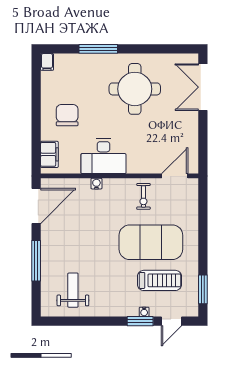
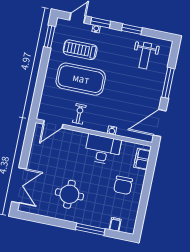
filing cabinet: (47, 62) -> (115, 224), moved
round table: (135, 89) -> (69, 194), width x0.73, depth x0.73
window: (98, 321) -> (132, 29), added

